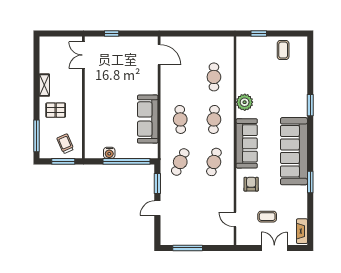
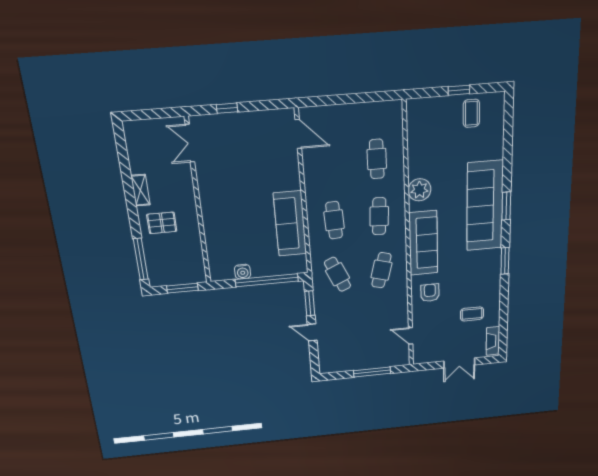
window: (259, 33) -> (459, 90), moved
window: (310, 105) -> (506, 206), moved
trolley: (65, 144) -> (182, 266), removed
sofa: (294, 151) -> (485, 206), moved
cafe table: (180, 162) -> (338, 274), turned -48
window: (310, 182) -> (505, 261), moved
door: (157, 208) -> (312, 332), hinge flipped
coffee table: (267, 217) -> (472, 314), moved
window: (188, 248) -> (372, 372), moved
double door: (274, 248) -> (459, 363), swing flipped

